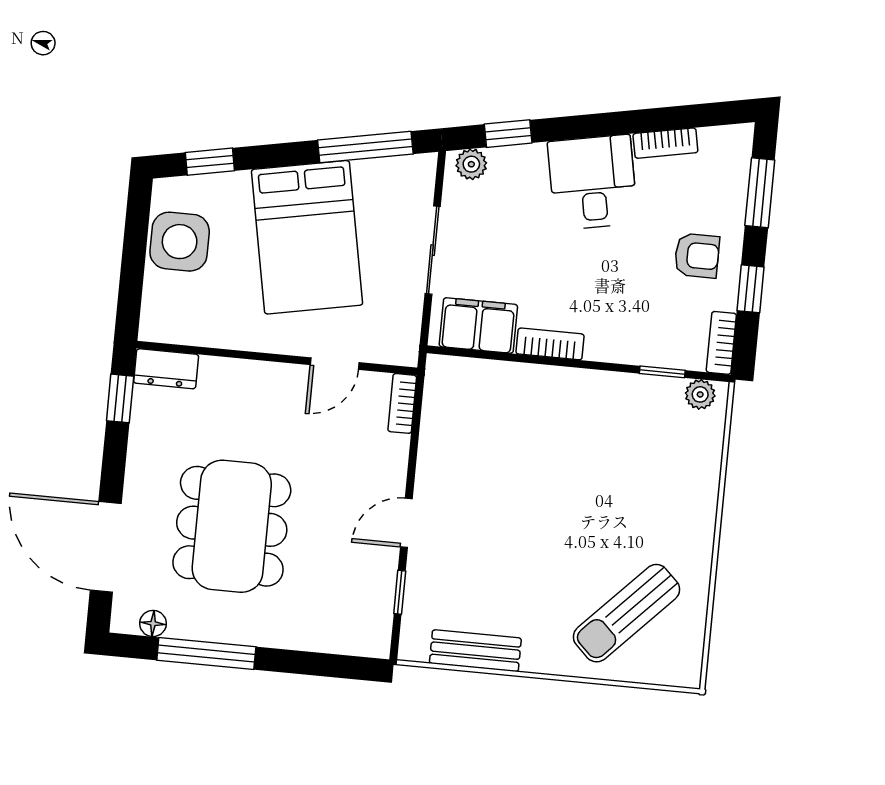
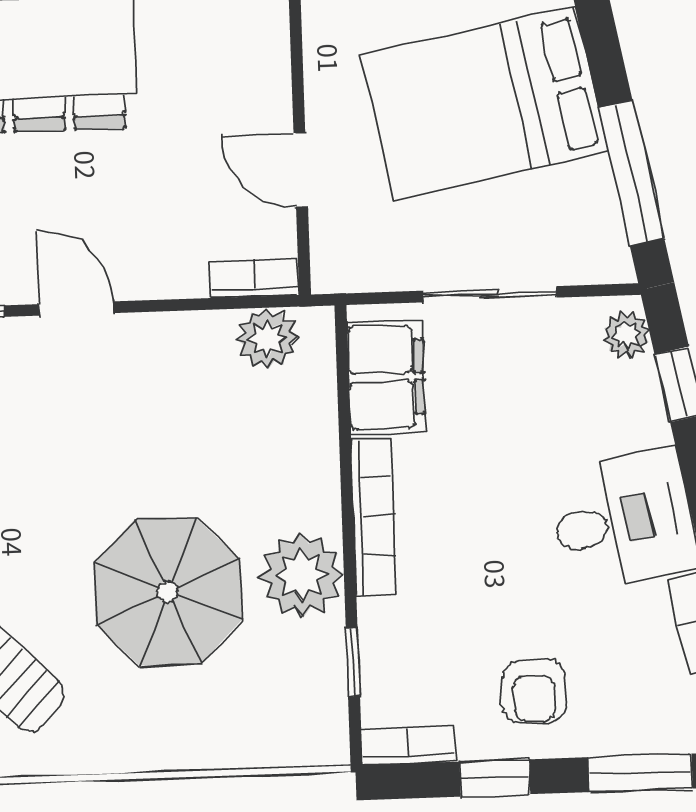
bookcase: (550, 344) -> (374, 516), width x1.56
plant: (700, 394) -> (302, 575), moved, width x1.87, depth x1.87
plant: (443, 400) -> (267, 339), added
parasol: (600, 487) -> (168, 592), added

